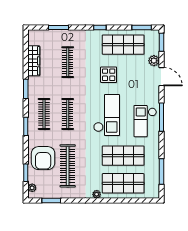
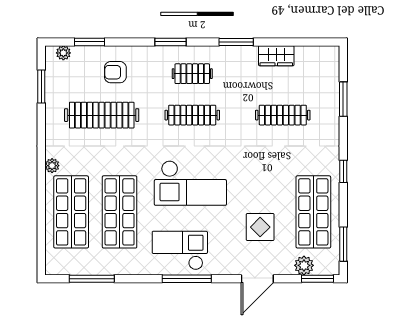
wardrobe: (34, 61) -> (276, 56), width x0.67
plant: (154, 61) -> (304, 265), moved
display table: (109, 75) -> (260, 227), moved
clothes rail: (44, 114) -> (192, 74), width x0.73
armchair: (43, 158) -> (115, 72), width x0.53, depth x0.53

